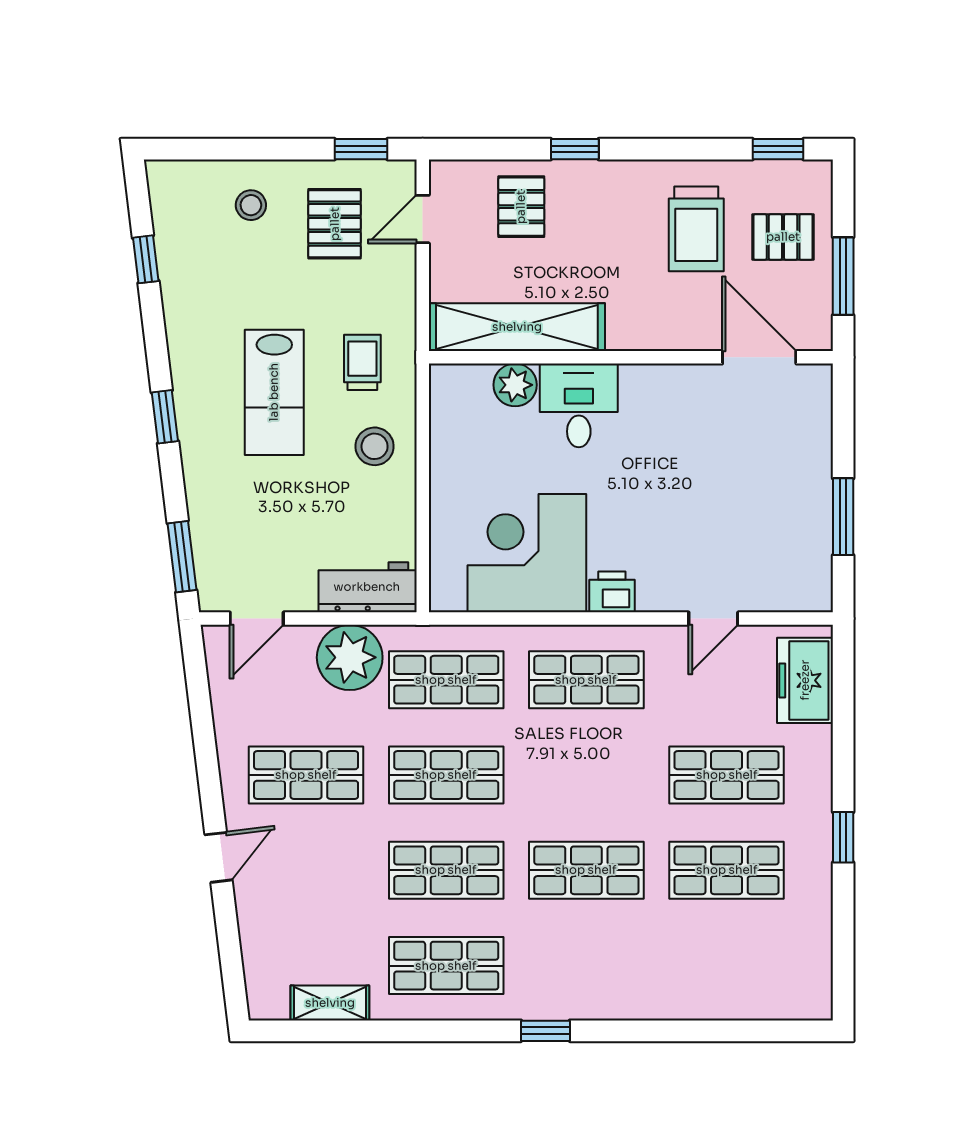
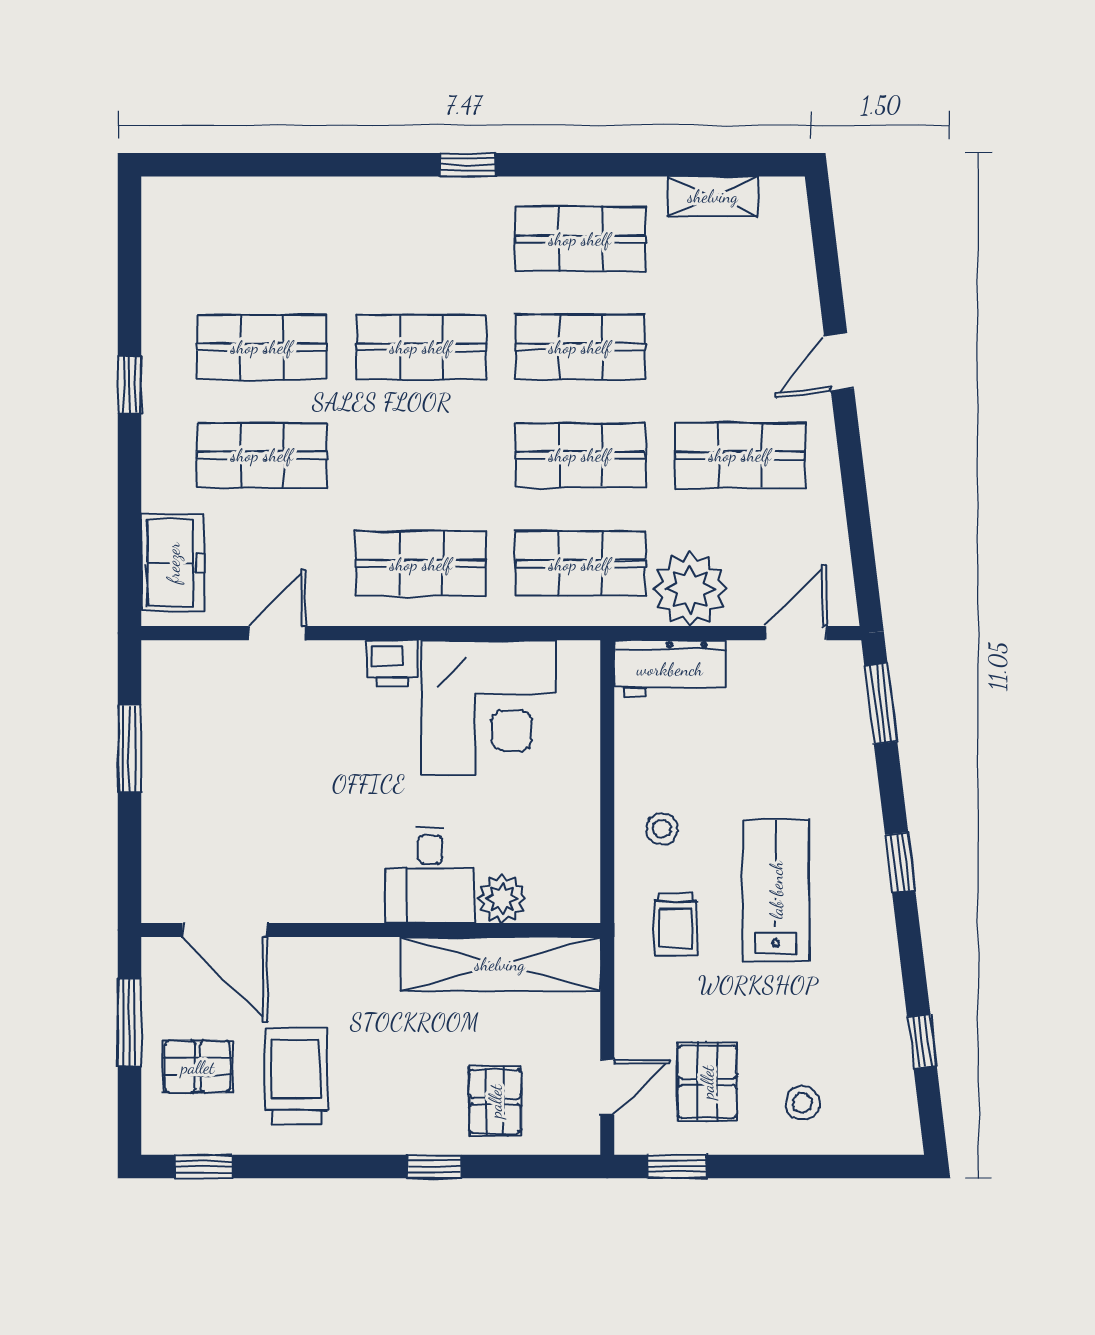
stool: (375, 446) -> (662, 829), width x0.73, depth x0.73

